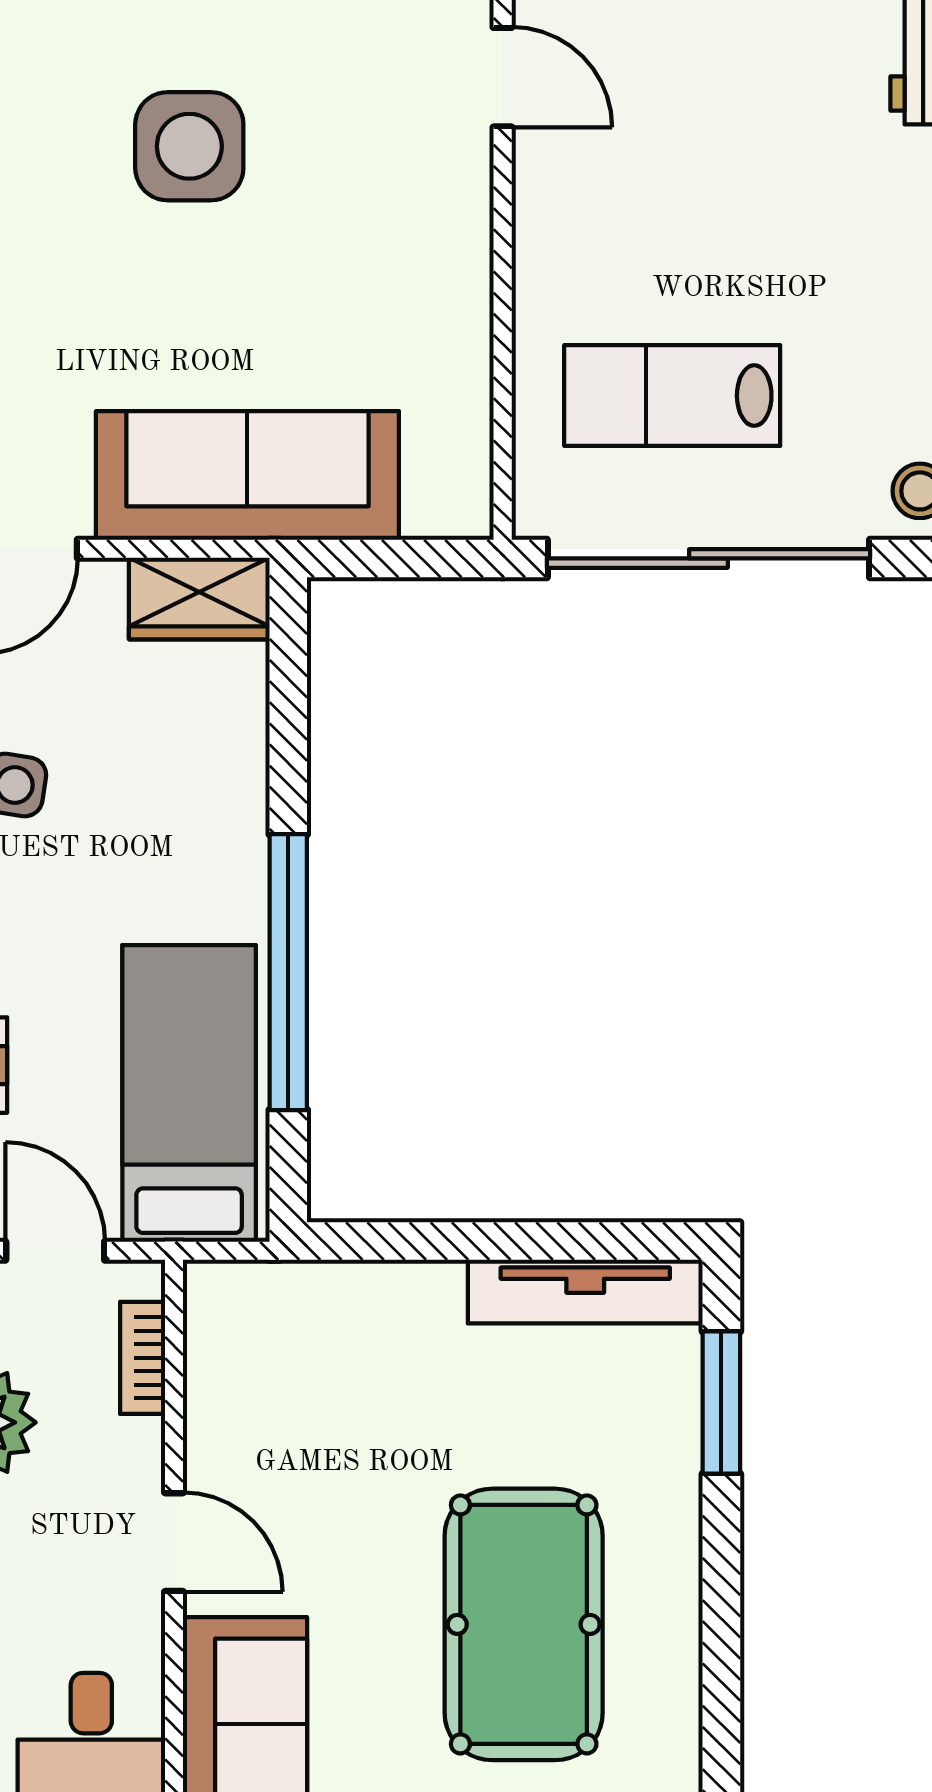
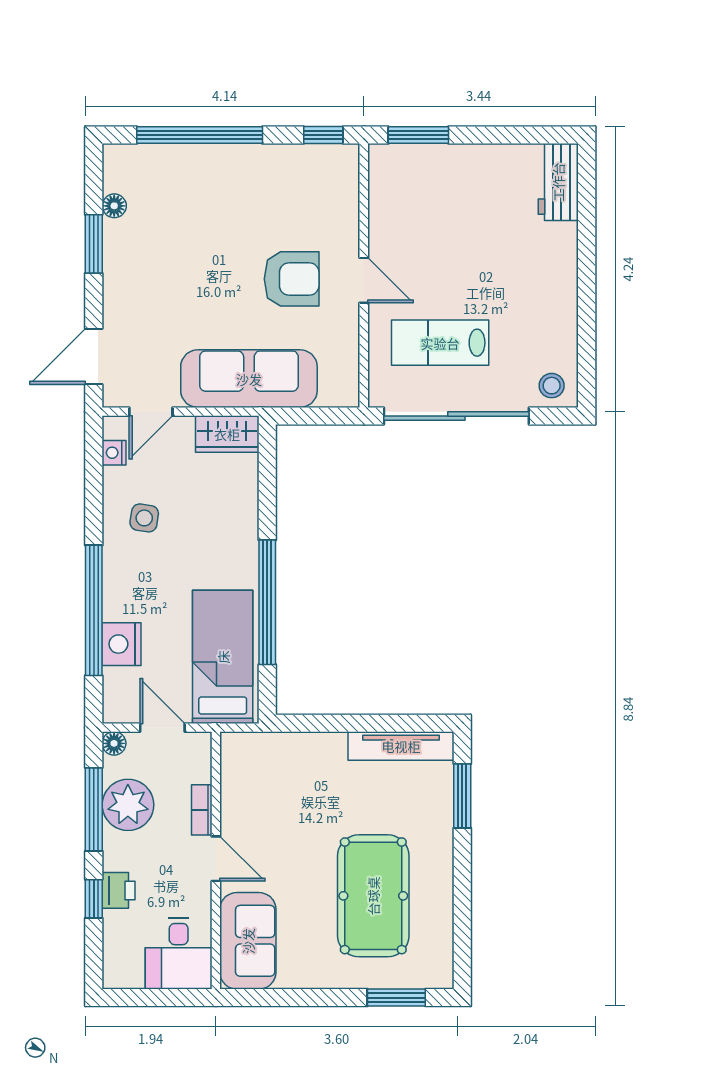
door: (503, 77) -> (364, 280), moved
side table: (189, 146) -> (223, 230), removed
armchair: (342, 254) -> (292, 279), added
bookcase: (143, 1358) -> (202, 810), moved

